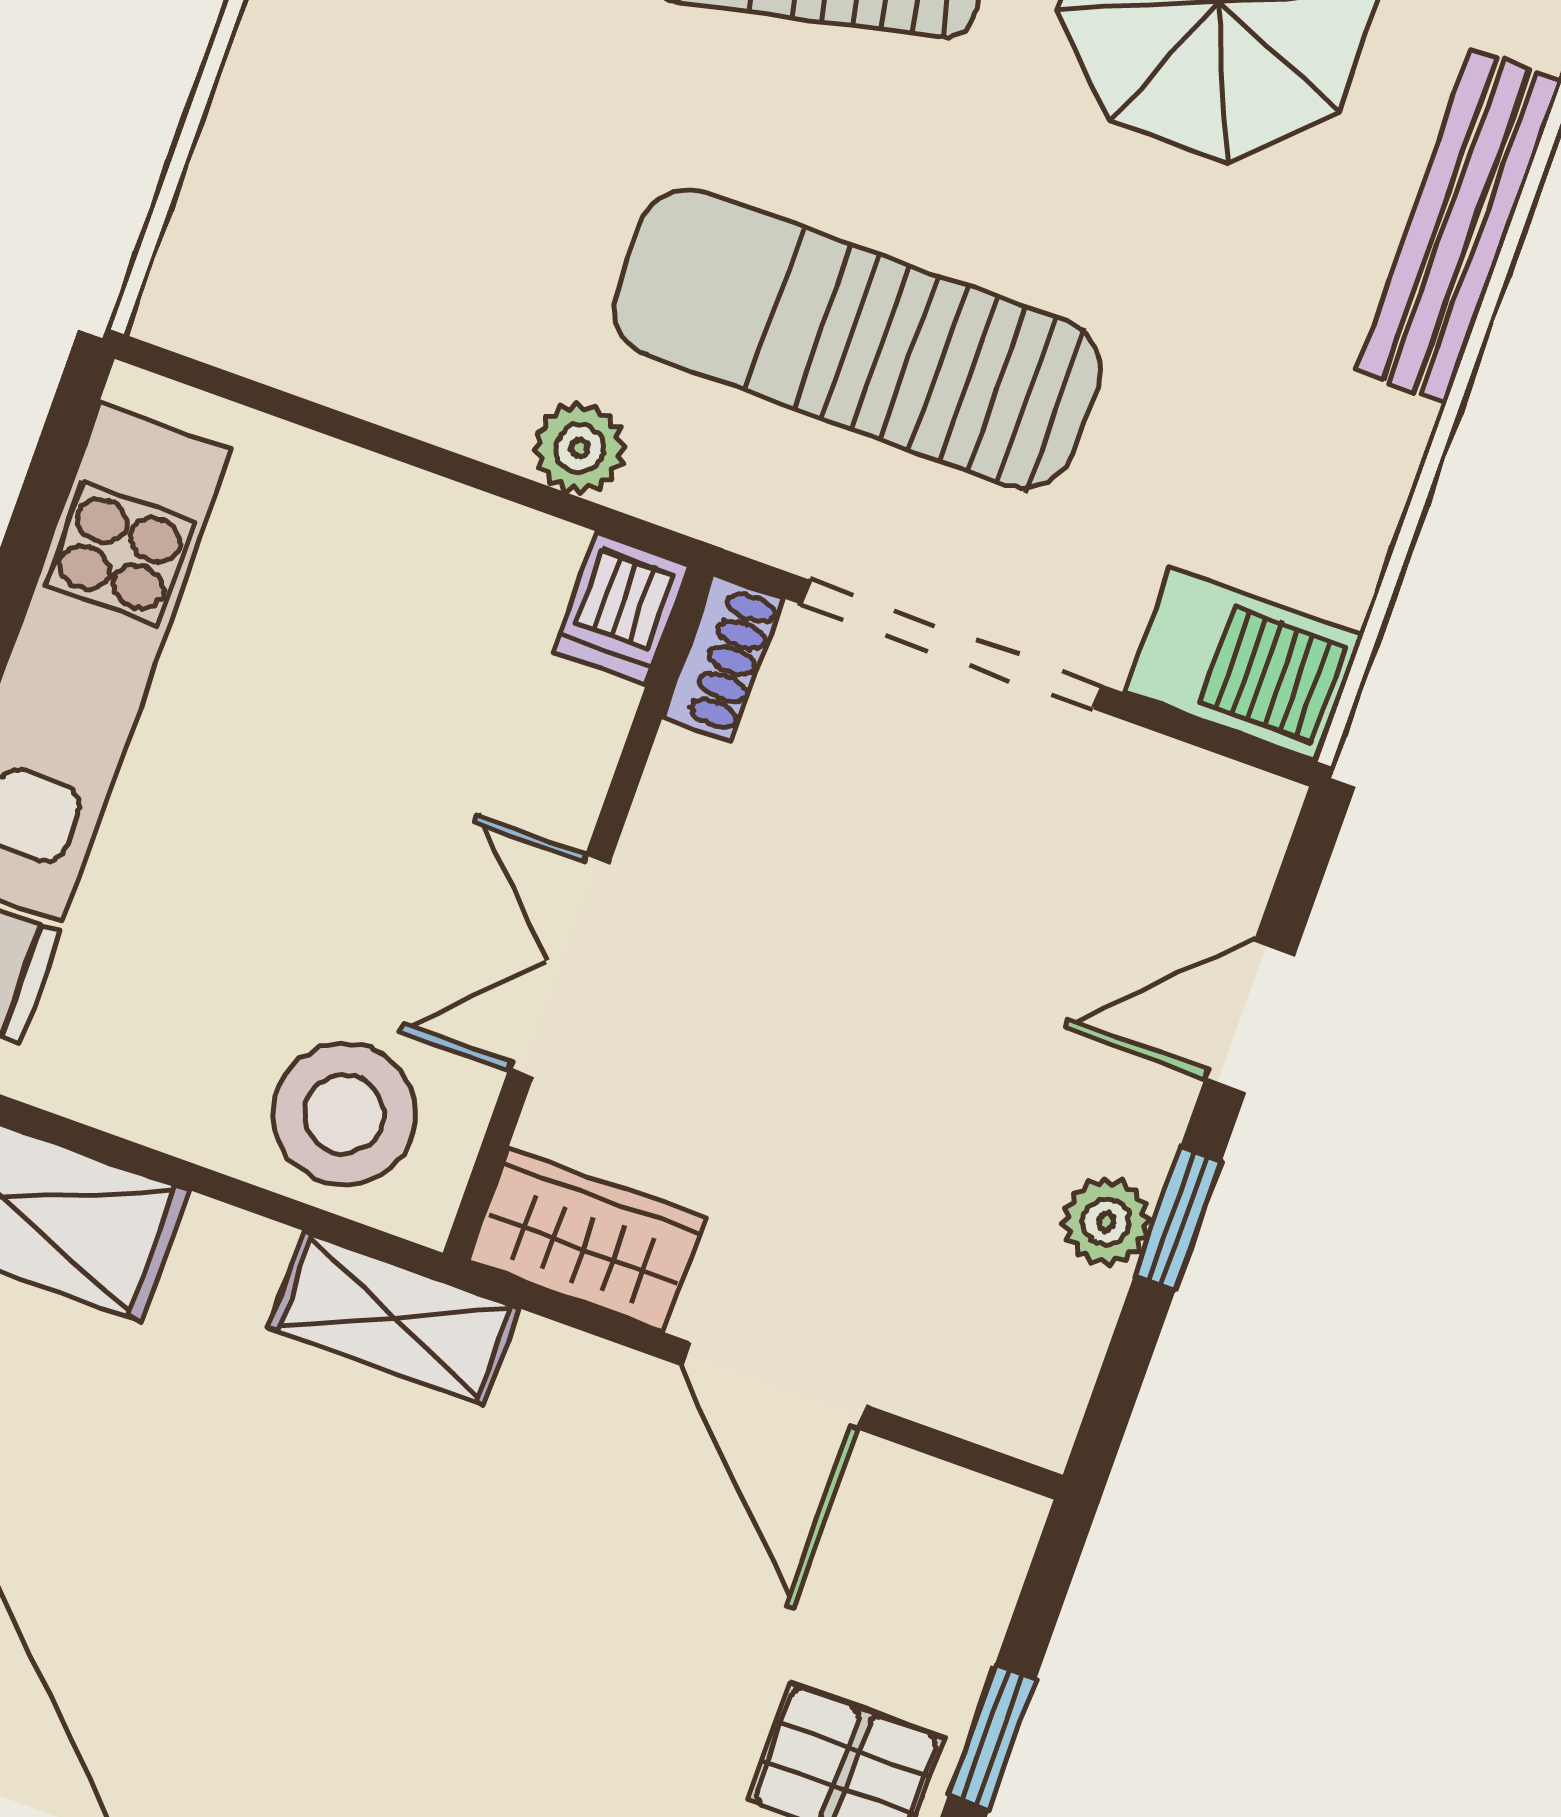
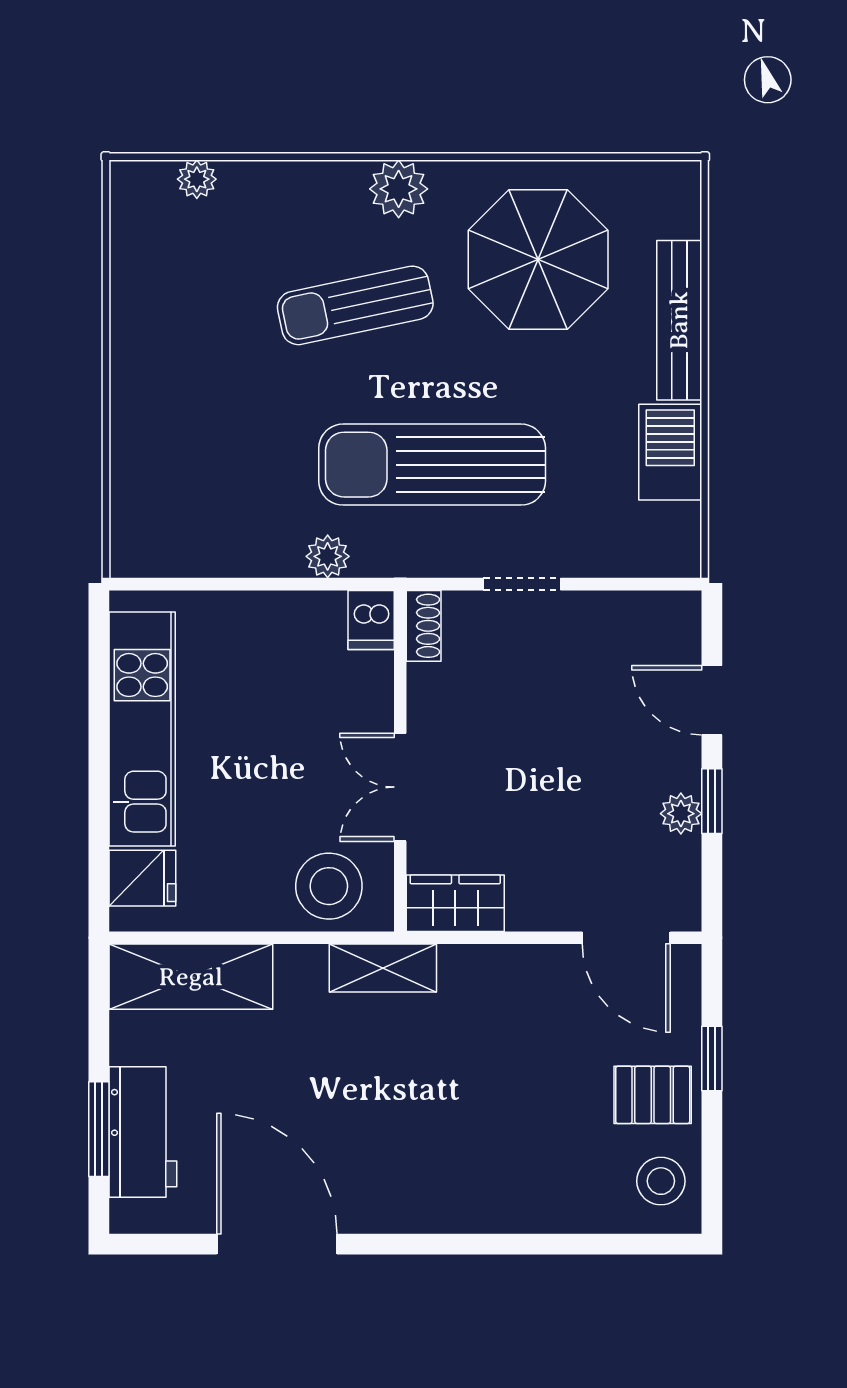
doorway: (952, 645) -> (522, 584), width x0.53
barbecue: (1244, 664) -> (670, 452), moved, turned -90
door: (1250, 1016) -> (712, 700), hinge flipped
door: (774, 1385) -> (626, 938), moved

